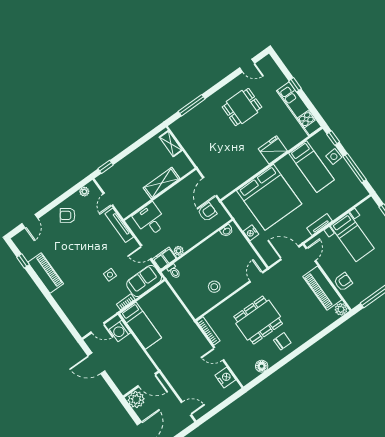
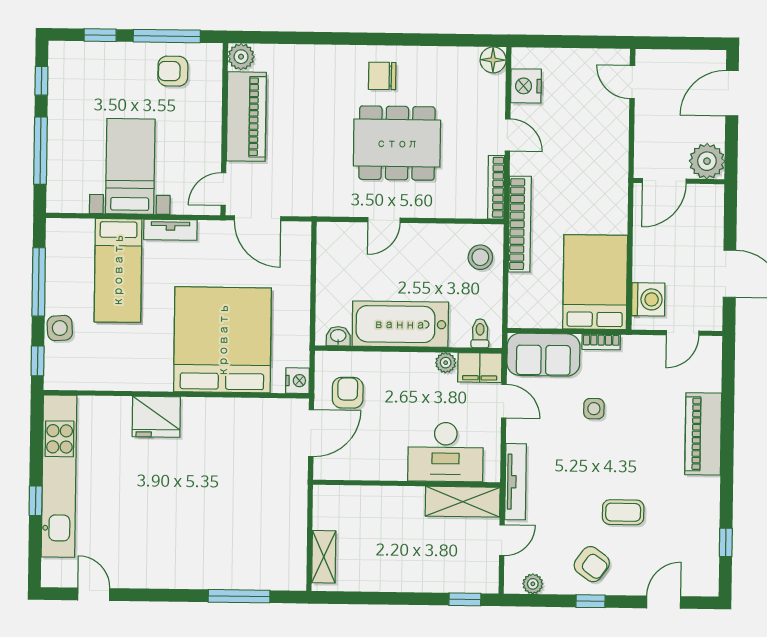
dining table: (242, 107) -> (155, 529), removed
kitchen unit: (299, 109) -> (59, 476), width x1.36
bed: (312, 167) -> (118, 270), moved, turned 180
shelving: (162, 183) -> (463, 502), moved
window: (58, 201) -> (591, 601), added
armchair: (207, 212) -> (348, 393), turned 90
desk: (150, 220) -> (446, 452), width x1.37
nightstand: (251, 233) -> (298, 381), moved
coffee table: (70, 244) -> (623, 512), added
bathtub: (206, 253) -> (400, 324), added
piano: (46, 273) -> (703, 434), moved
door: (256, 277) -> (384, 220), moved
armchair: (343, 282) -> (173, 71), moved
stool: (214, 287) -> (480, 257), moved
bookcase: (189, 324) -> (520, 224), added
bed: (141, 326) -> (595, 282), width x1.50
door: (98, 328) -> (683, 333), swing flipped
floor lamp: (262, 366) -> (493, 60), moved
door: (147, 380) -> (664, 181), swing flipped

